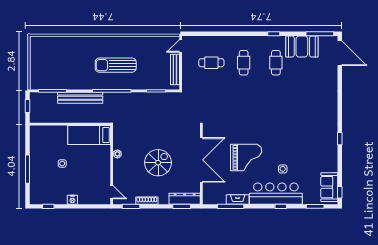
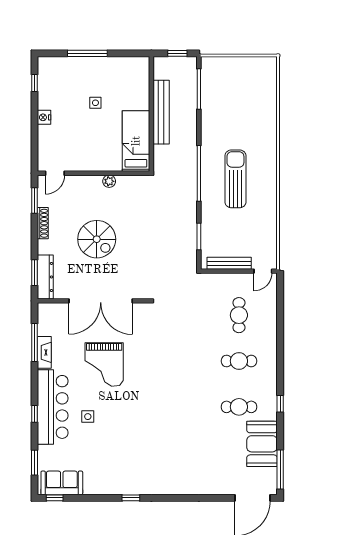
door: (181, 46) -> (263, 271), swing flipped
bench: (80, 98) -> (161, 112), moved

